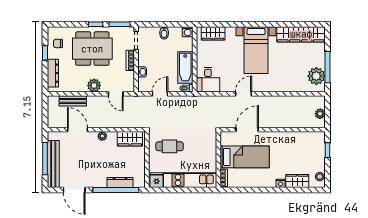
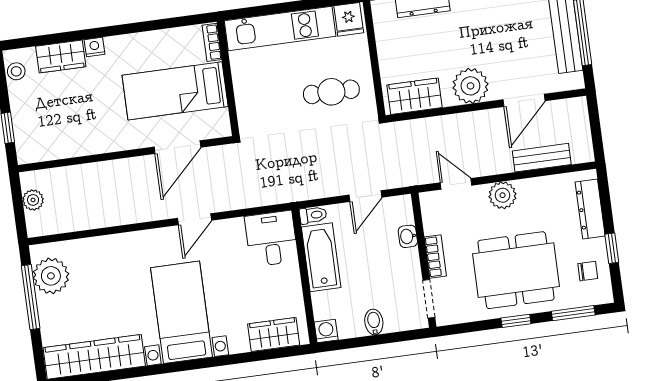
window: (119, 24) -> (573, 313), moved
door: (77, 130) -> (524, 100), hinge flipped
plant: (102, 136) -> (470, 86), width x1.88, depth x1.88

